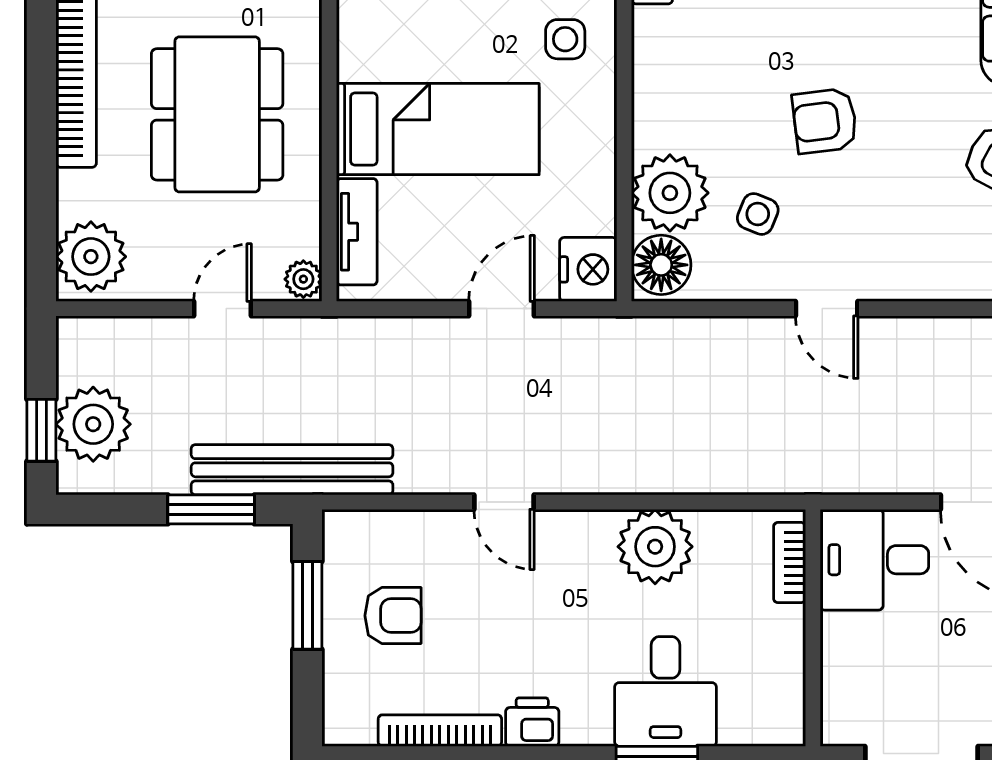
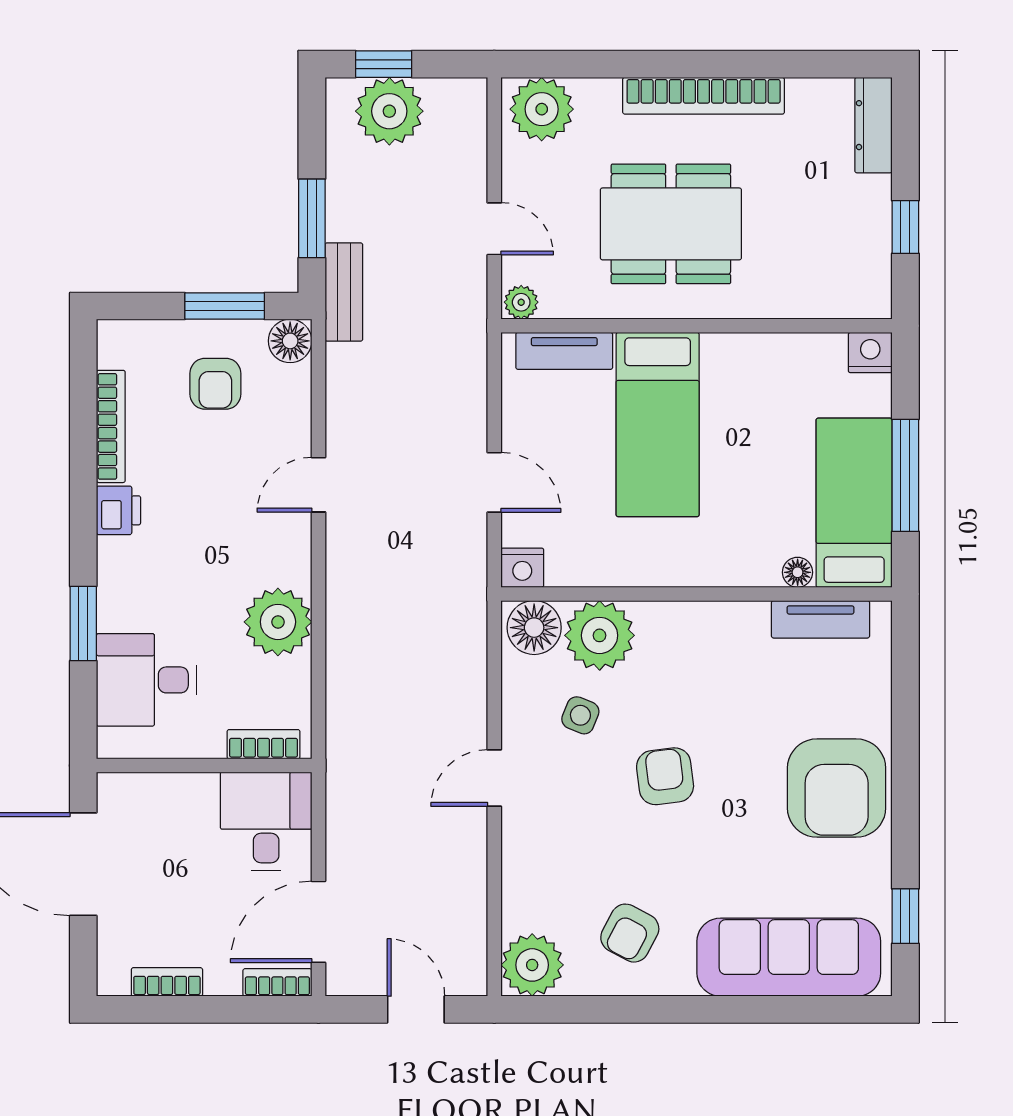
side table: (565, 39) -> (739, 540), removed
nightstand: (588, 269) -> (522, 568), width x0.74, depth x0.75
bench: (292, 470) -> (344, 292), width x0.54, depth x0.82
floor lamp: (346, 533) -> (290, 341), added
desk: (666, 691) -> (146, 680), moved

